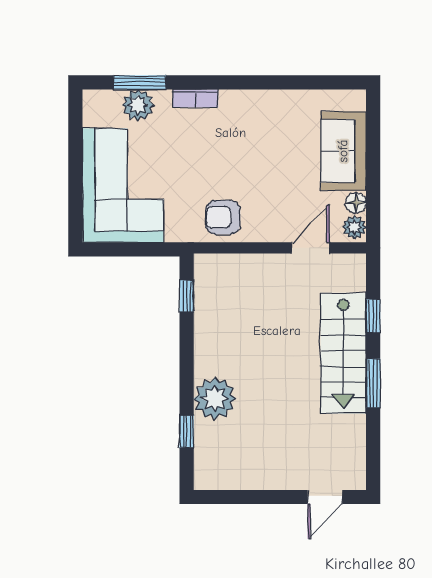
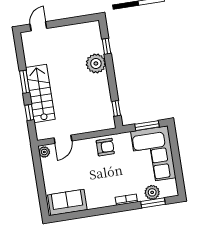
sofa: (343, 151) -> (67, 202), moved, turned -90
floor lamp: (356, 203) -> (45, 163), removed
window: (127, 249) -> (147, 126), added

